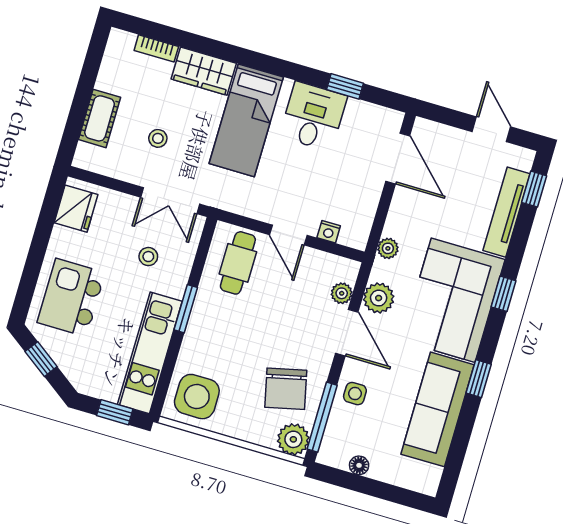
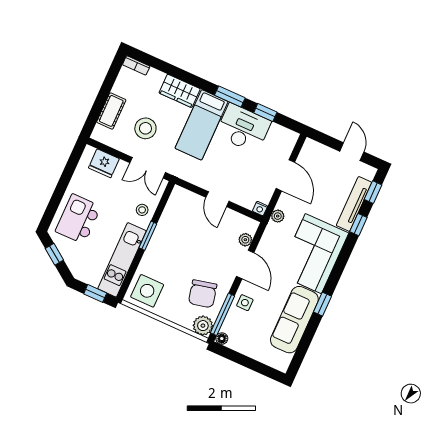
bookcase: (156, 48) -> (136, 65), moved
window: (285, 69) -> (230, 96), added
desk: (313, 116) -> (243, 128), width x1.37
stool: (158, 138) -> (145, 128), width x1.89, depth x1.89
door: (398, 159) -> (285, 175), moved
fridge: (76, 209) -> (104, 163), moved, turned 90
nightstand: (329, 232) -> (260, 209), moved
stool: (148, 257) -> (142, 210), moved
cafe table: (238, 263) -> (184, 212), removed
window: (503, 294) -> (358, 225), moved
plant: (379, 298) -> (268, 246), removed
floor lamp: (359, 465) -> (222, 339), moved

